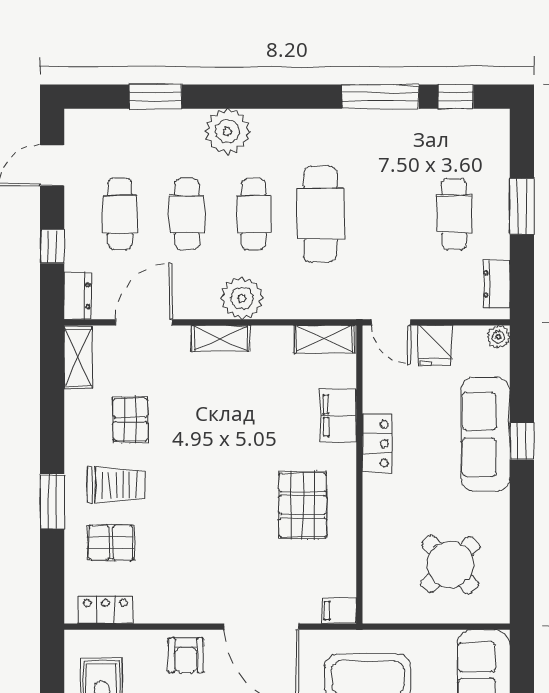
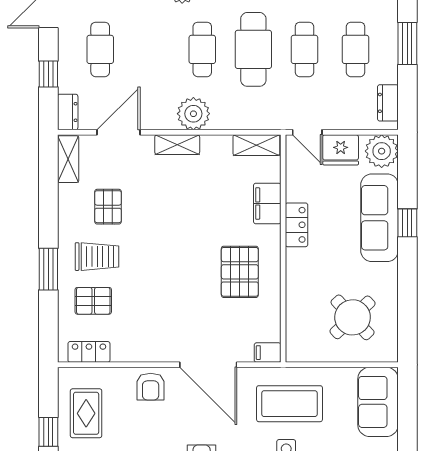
cafe table: (187, 214) -> (304, 49), moved
plant: (498, 337) -> (382, 151), width x1.88, depth x1.88
fridge: (435, 345) -> (341, 150), width x1.38

